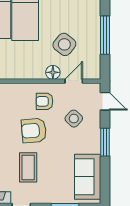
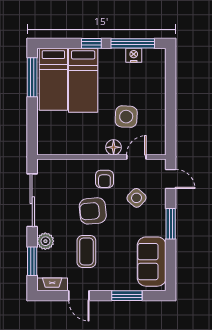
window: (105, 35) -> (171, 106), removed
side table: (64, 44) -> (126, 117), turned -36
armchair: (45, 101) -> (104, 179), turned -90

